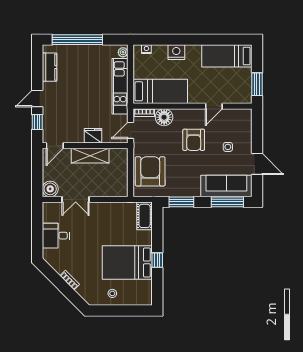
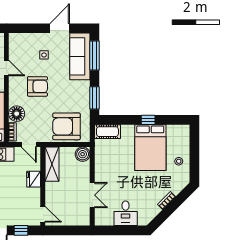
shelving: (90, 156) -> (52, 164), moved
boiler: (50, 189) -> (83, 154), moved

